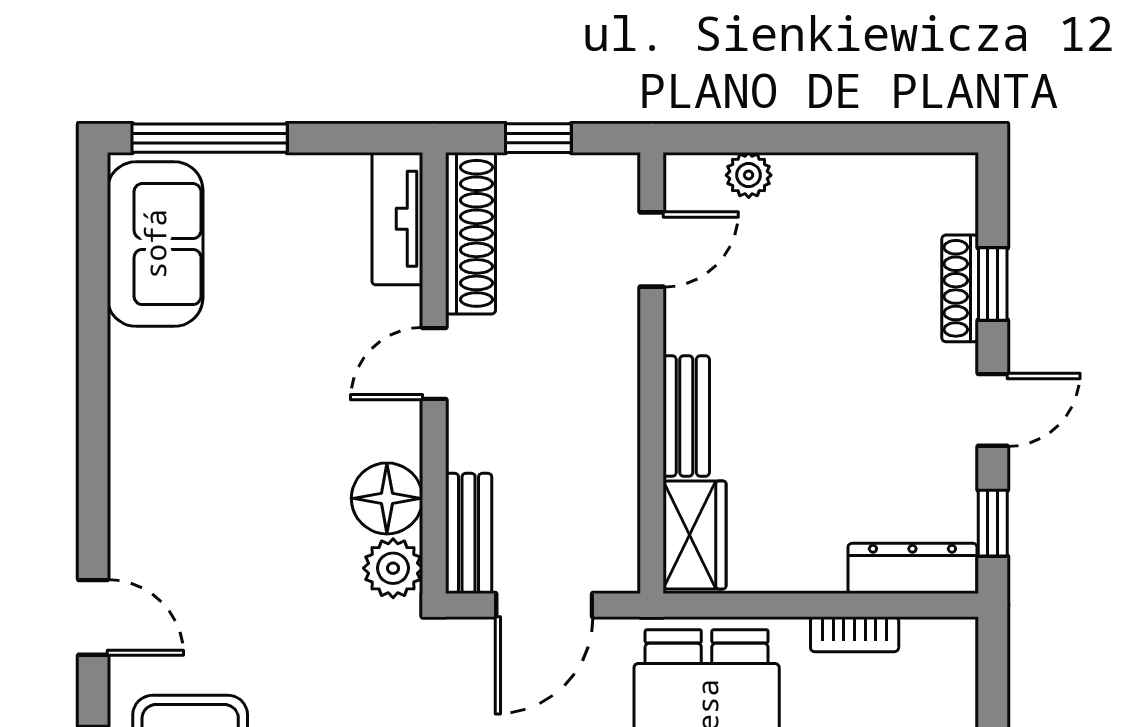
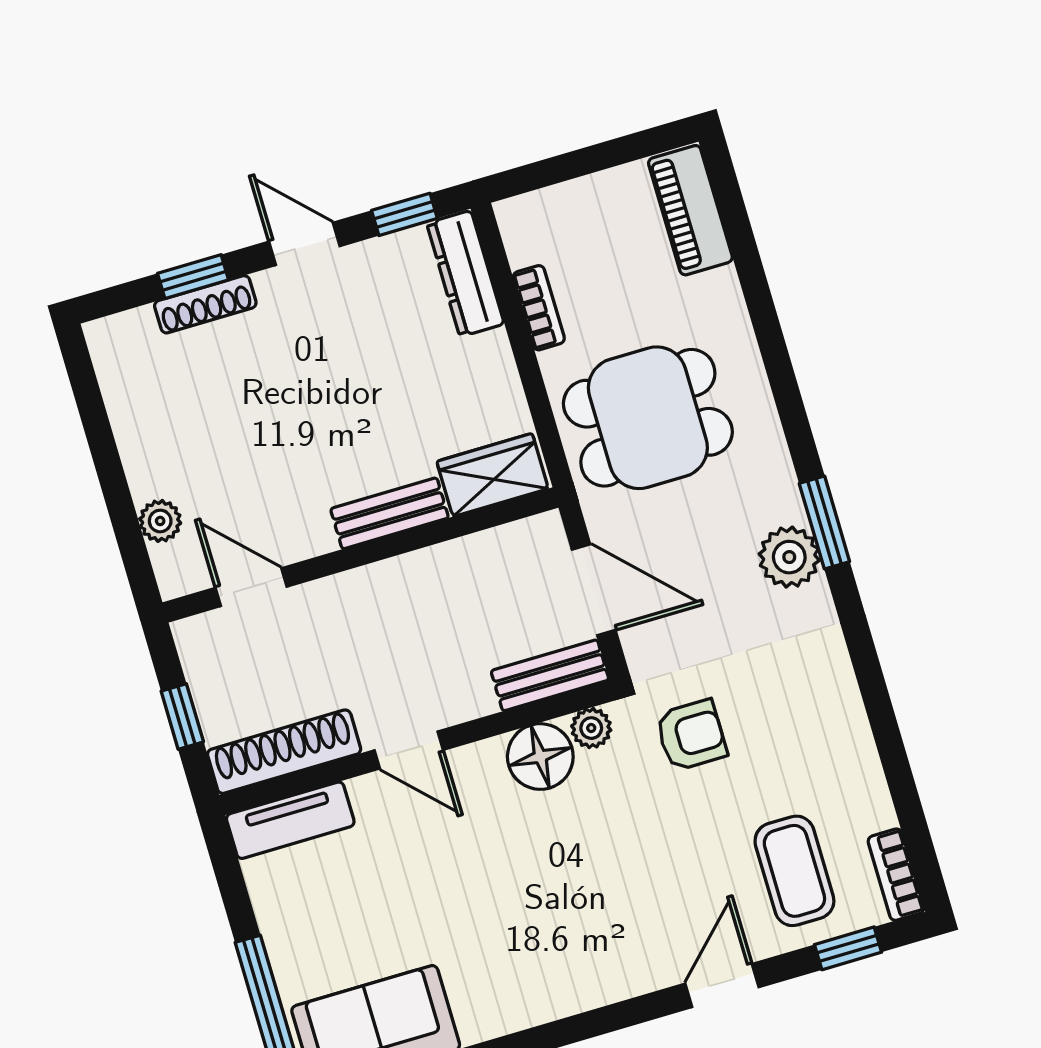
plant: (393, 568) -> (591, 728), width x0.73, depth x0.73
armchair: (363, 662) -> (691, 735), added

